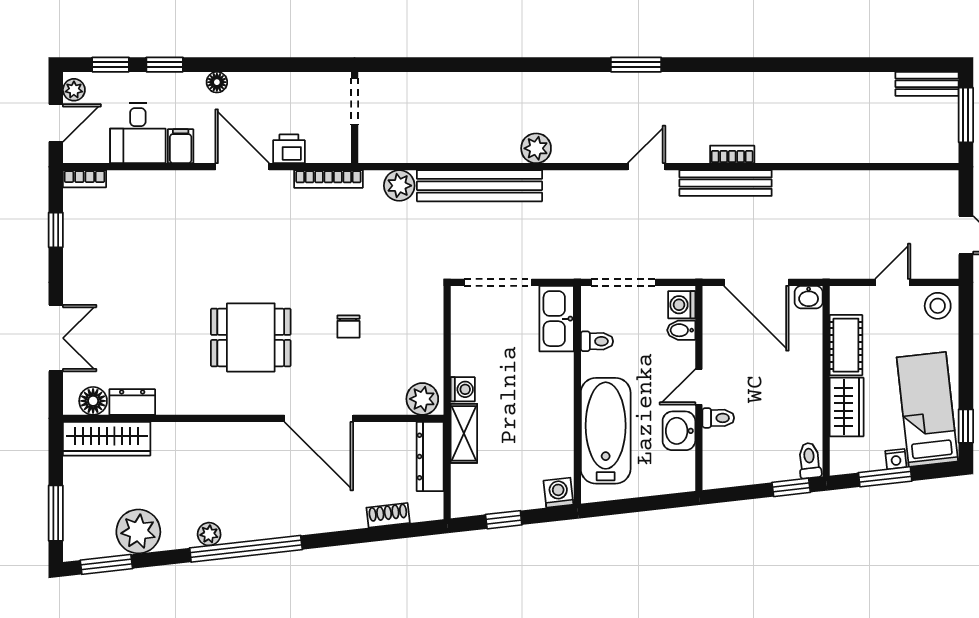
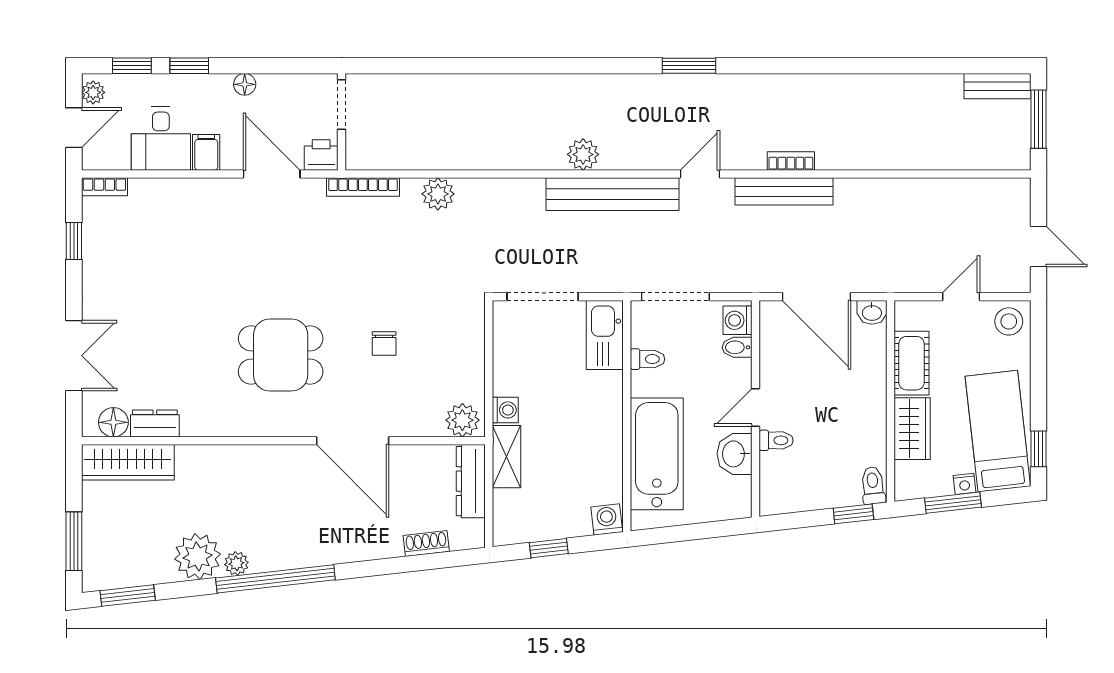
doorway: (355, 101) -> (342, 105), moved
wall: (355, 118) -> (342, 122), moved
bench: (480, 186) -> (612, 194), moved
plant: (138, 531) -> (198, 557), moved

